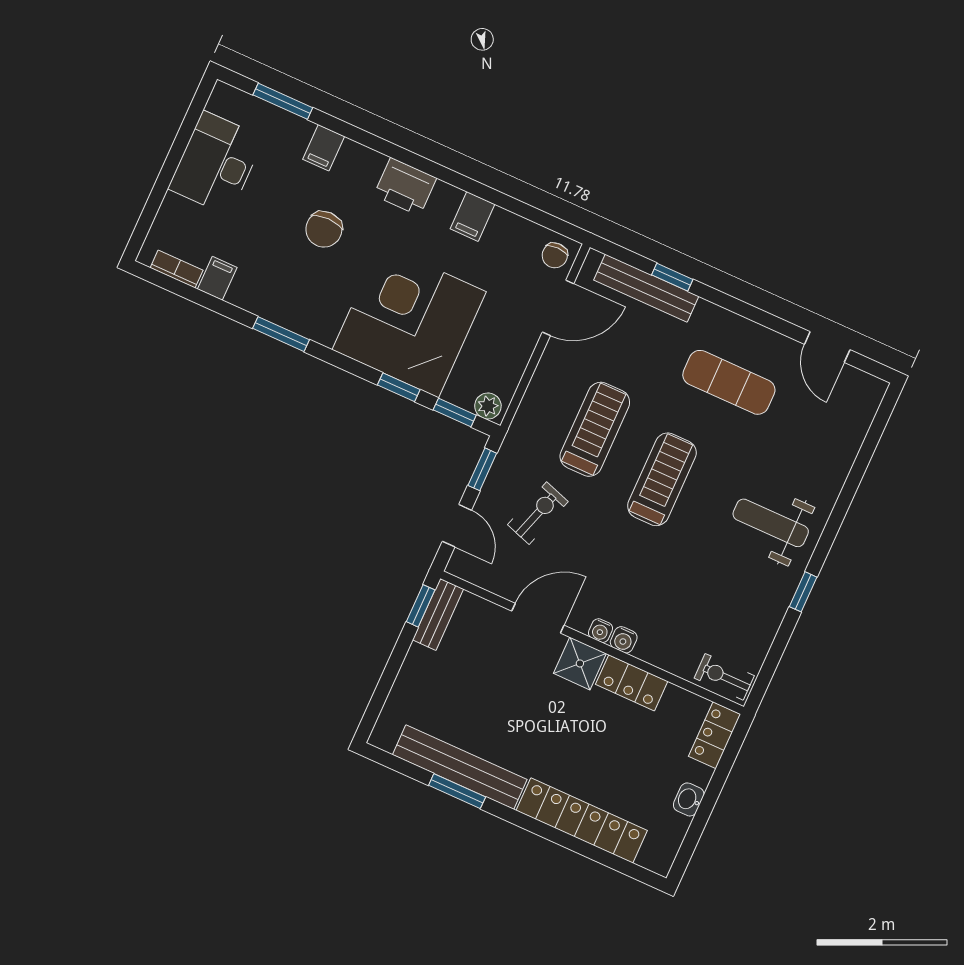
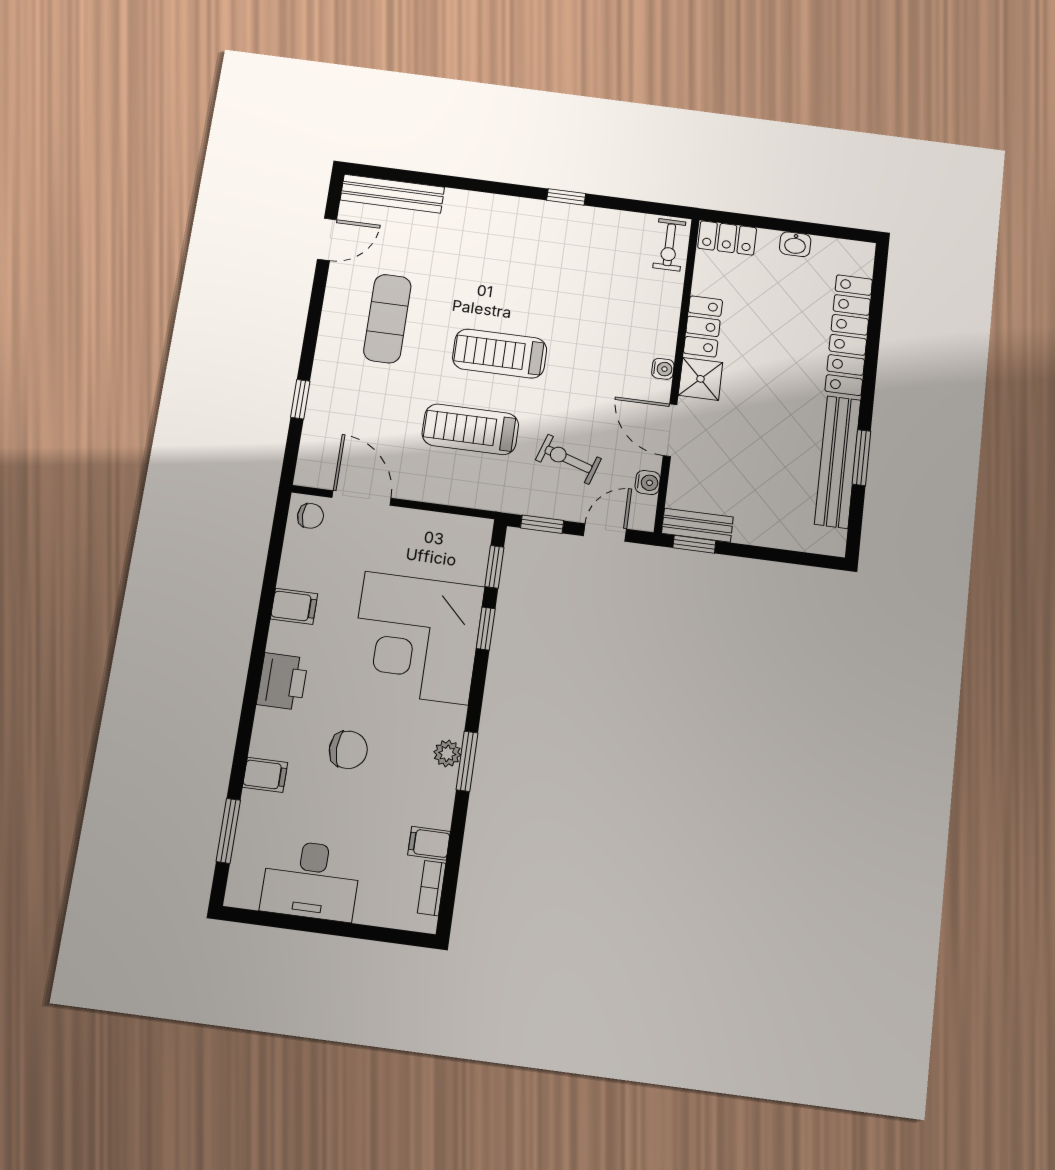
bench: (646, 288) -> (392, 194), moved, turned 90
plant: (488, 406) -> (447, 753), moved
weight bench: (771, 523) -> (510, 244), removed
water cooler: (624, 640) -> (648, 483), moved

